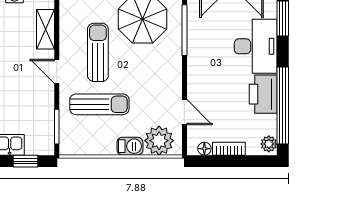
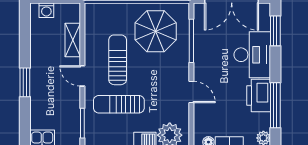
sun lounger: (99, 104) -> (119, 104), turned 180
window: (283, 106) -> (275, 105), width x0.68
door: (184, 112) -> (191, 92), moved

